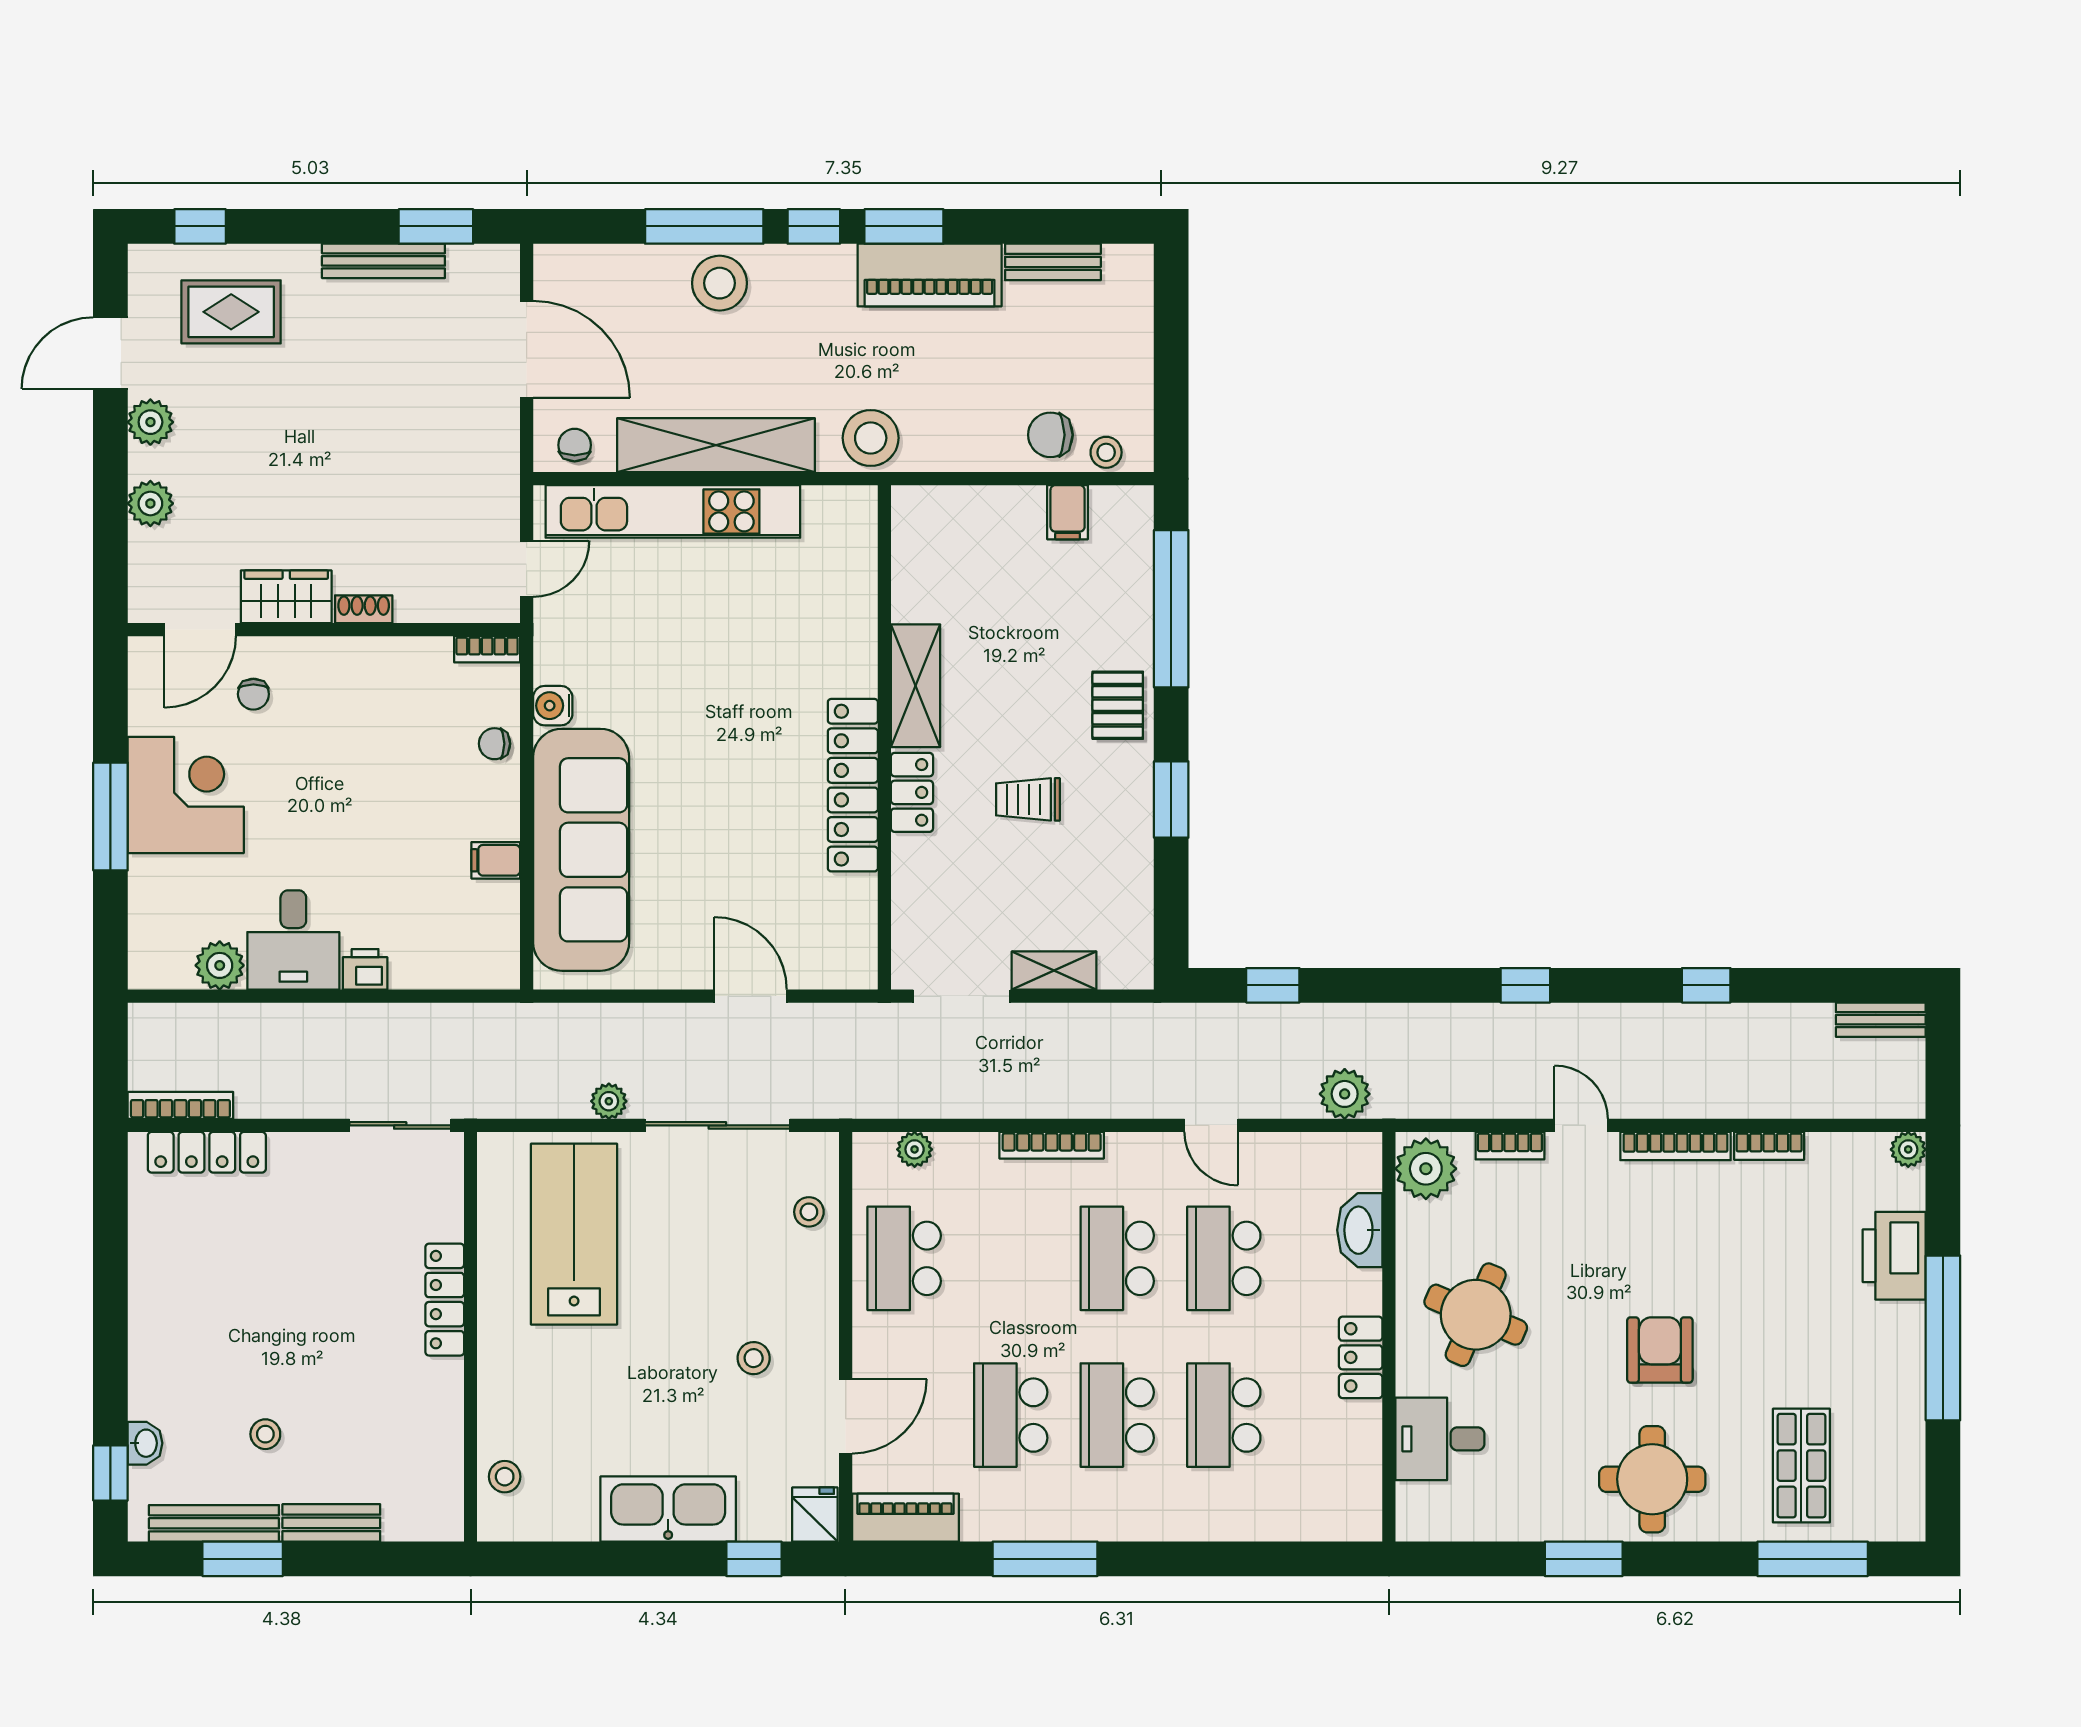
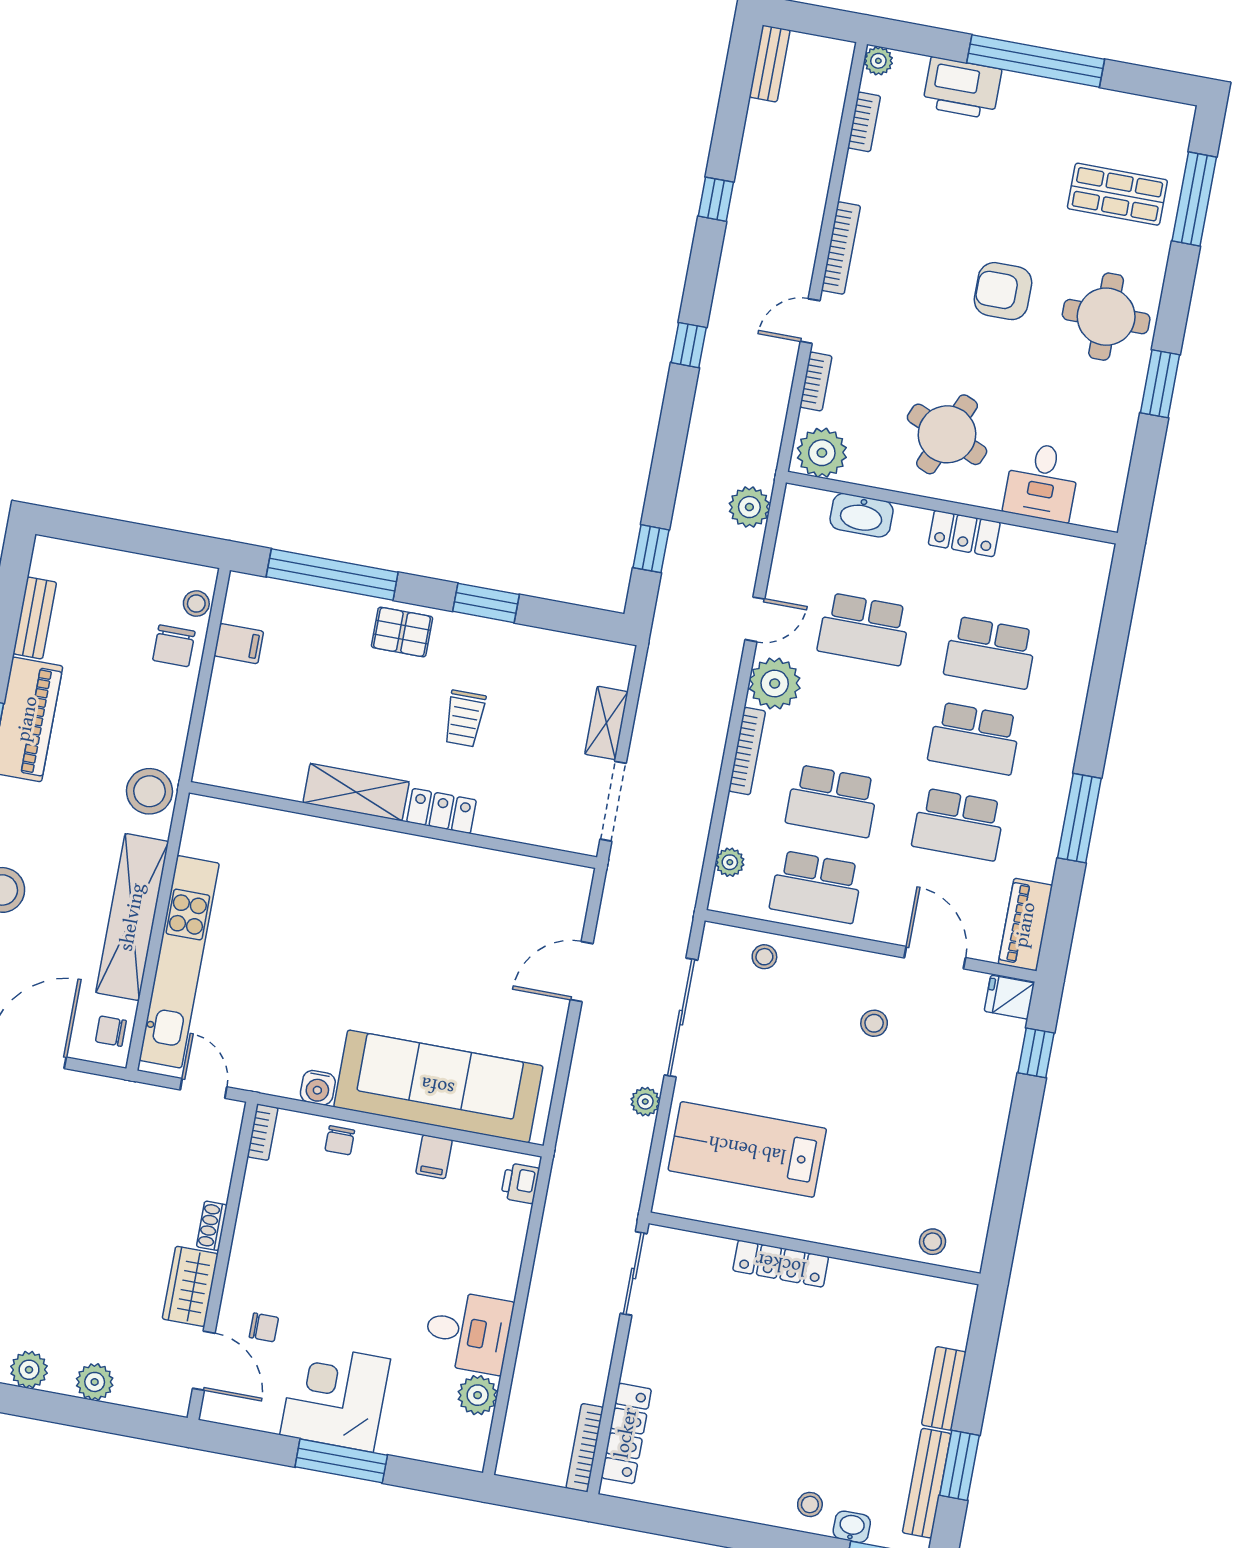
locker: (853, 785) -> (427, 858), removed
printer: (365, 969) -> (520, 1183), moved
bookcase: (1769, 1146) -> (864, 122), moved
plant: (1139, 1163) -> (775, 683), added
school desk: (1117, 1258) -> (832, 801), moved
stool: (265, 1434) -> (810, 1504), moved
kitchen sink: (668, 1509) -> (983, 1115), removed

